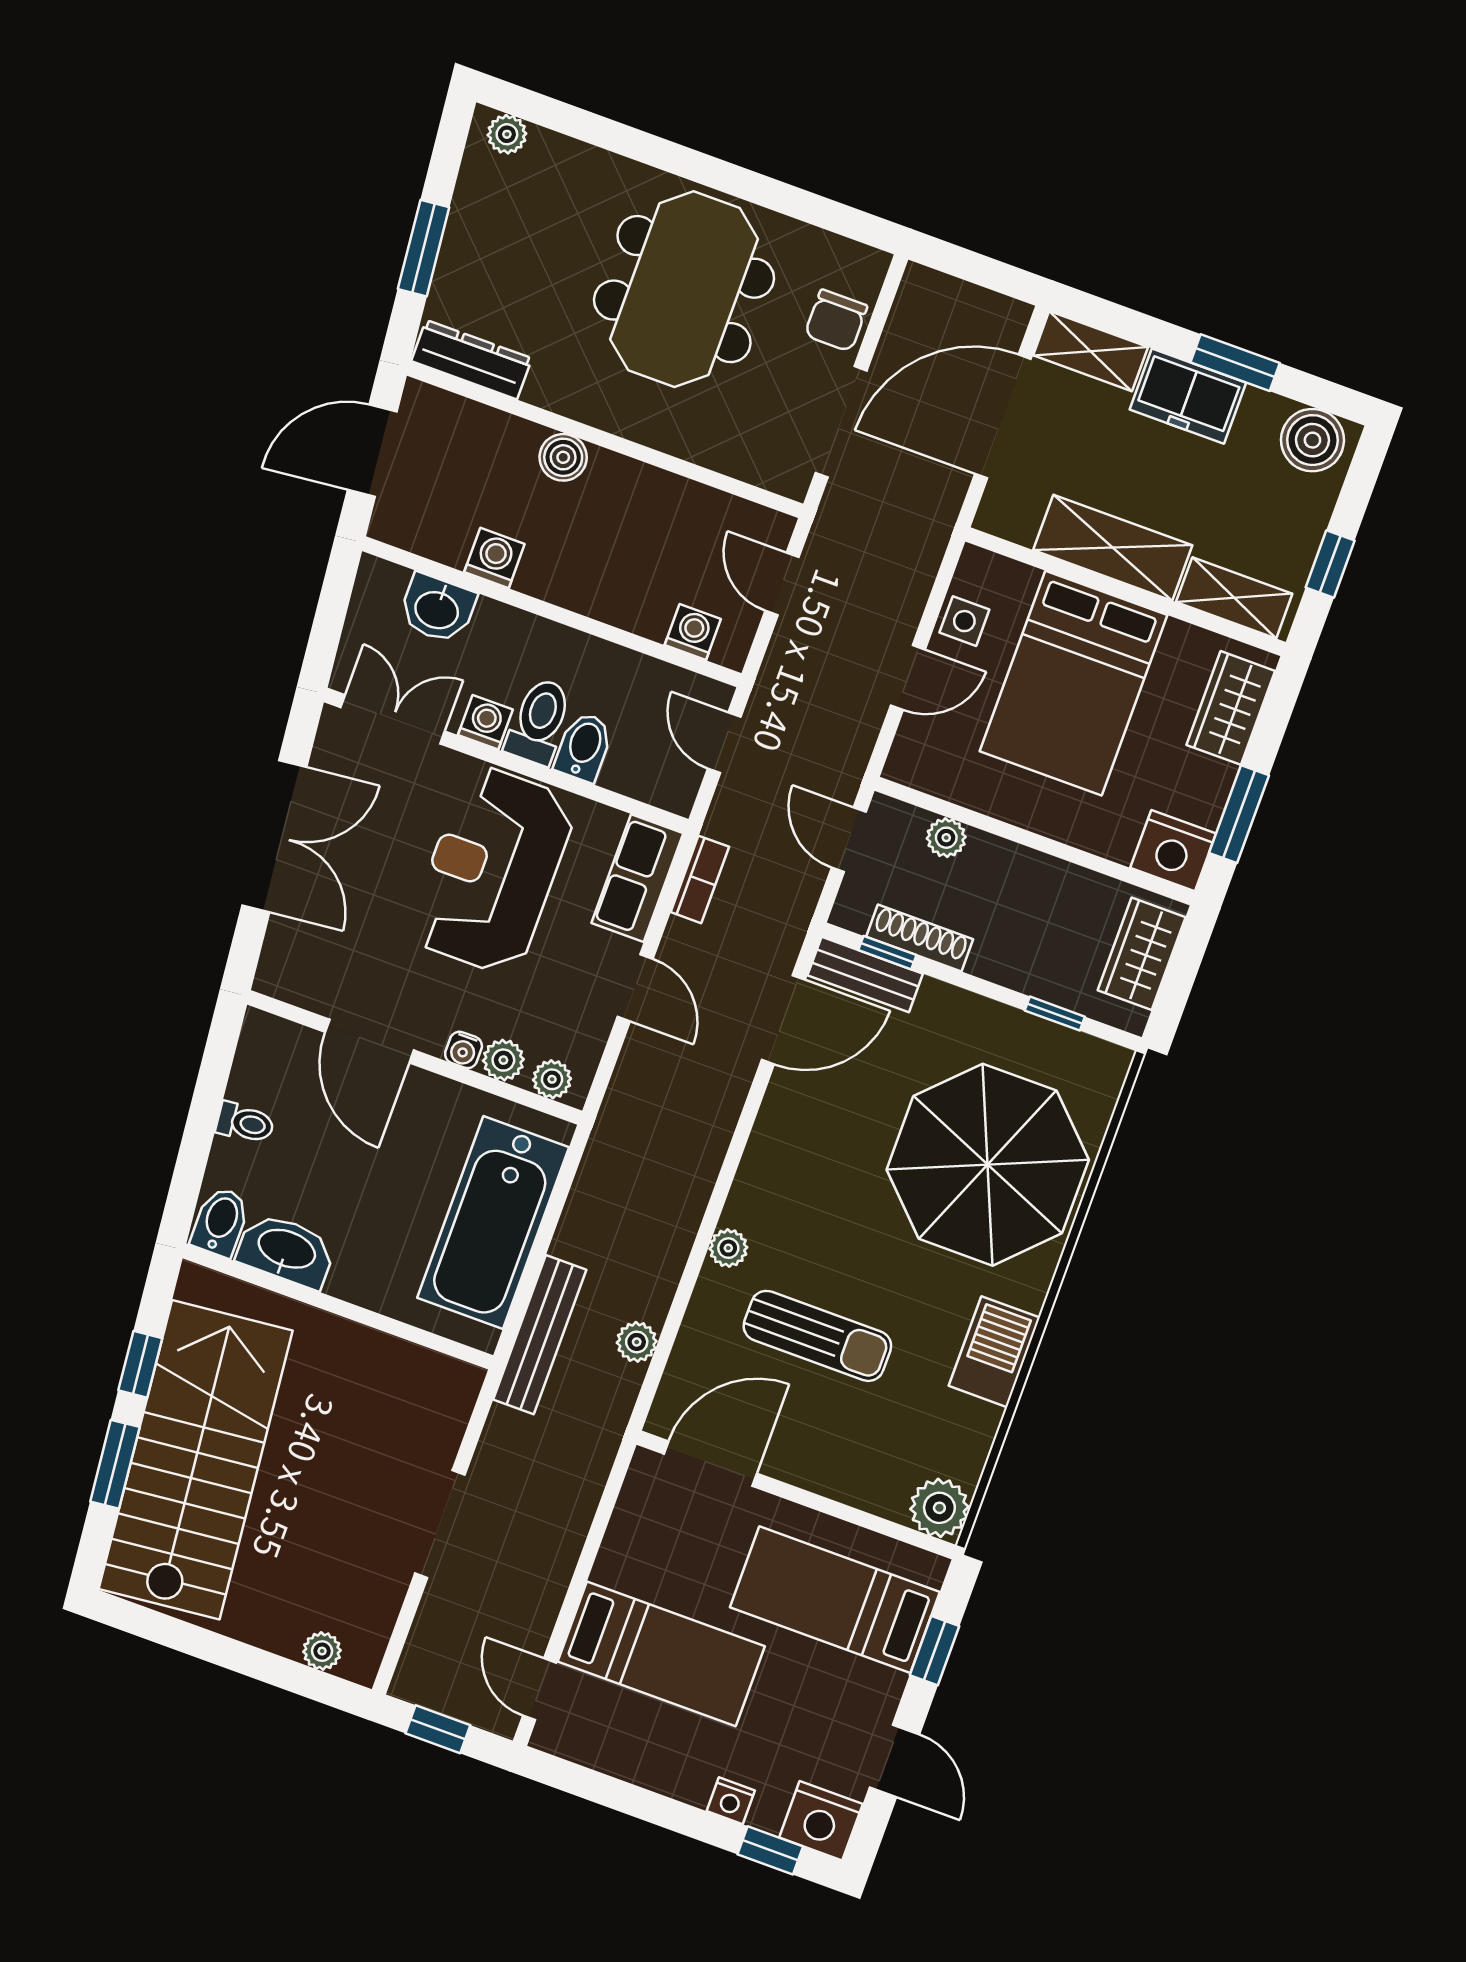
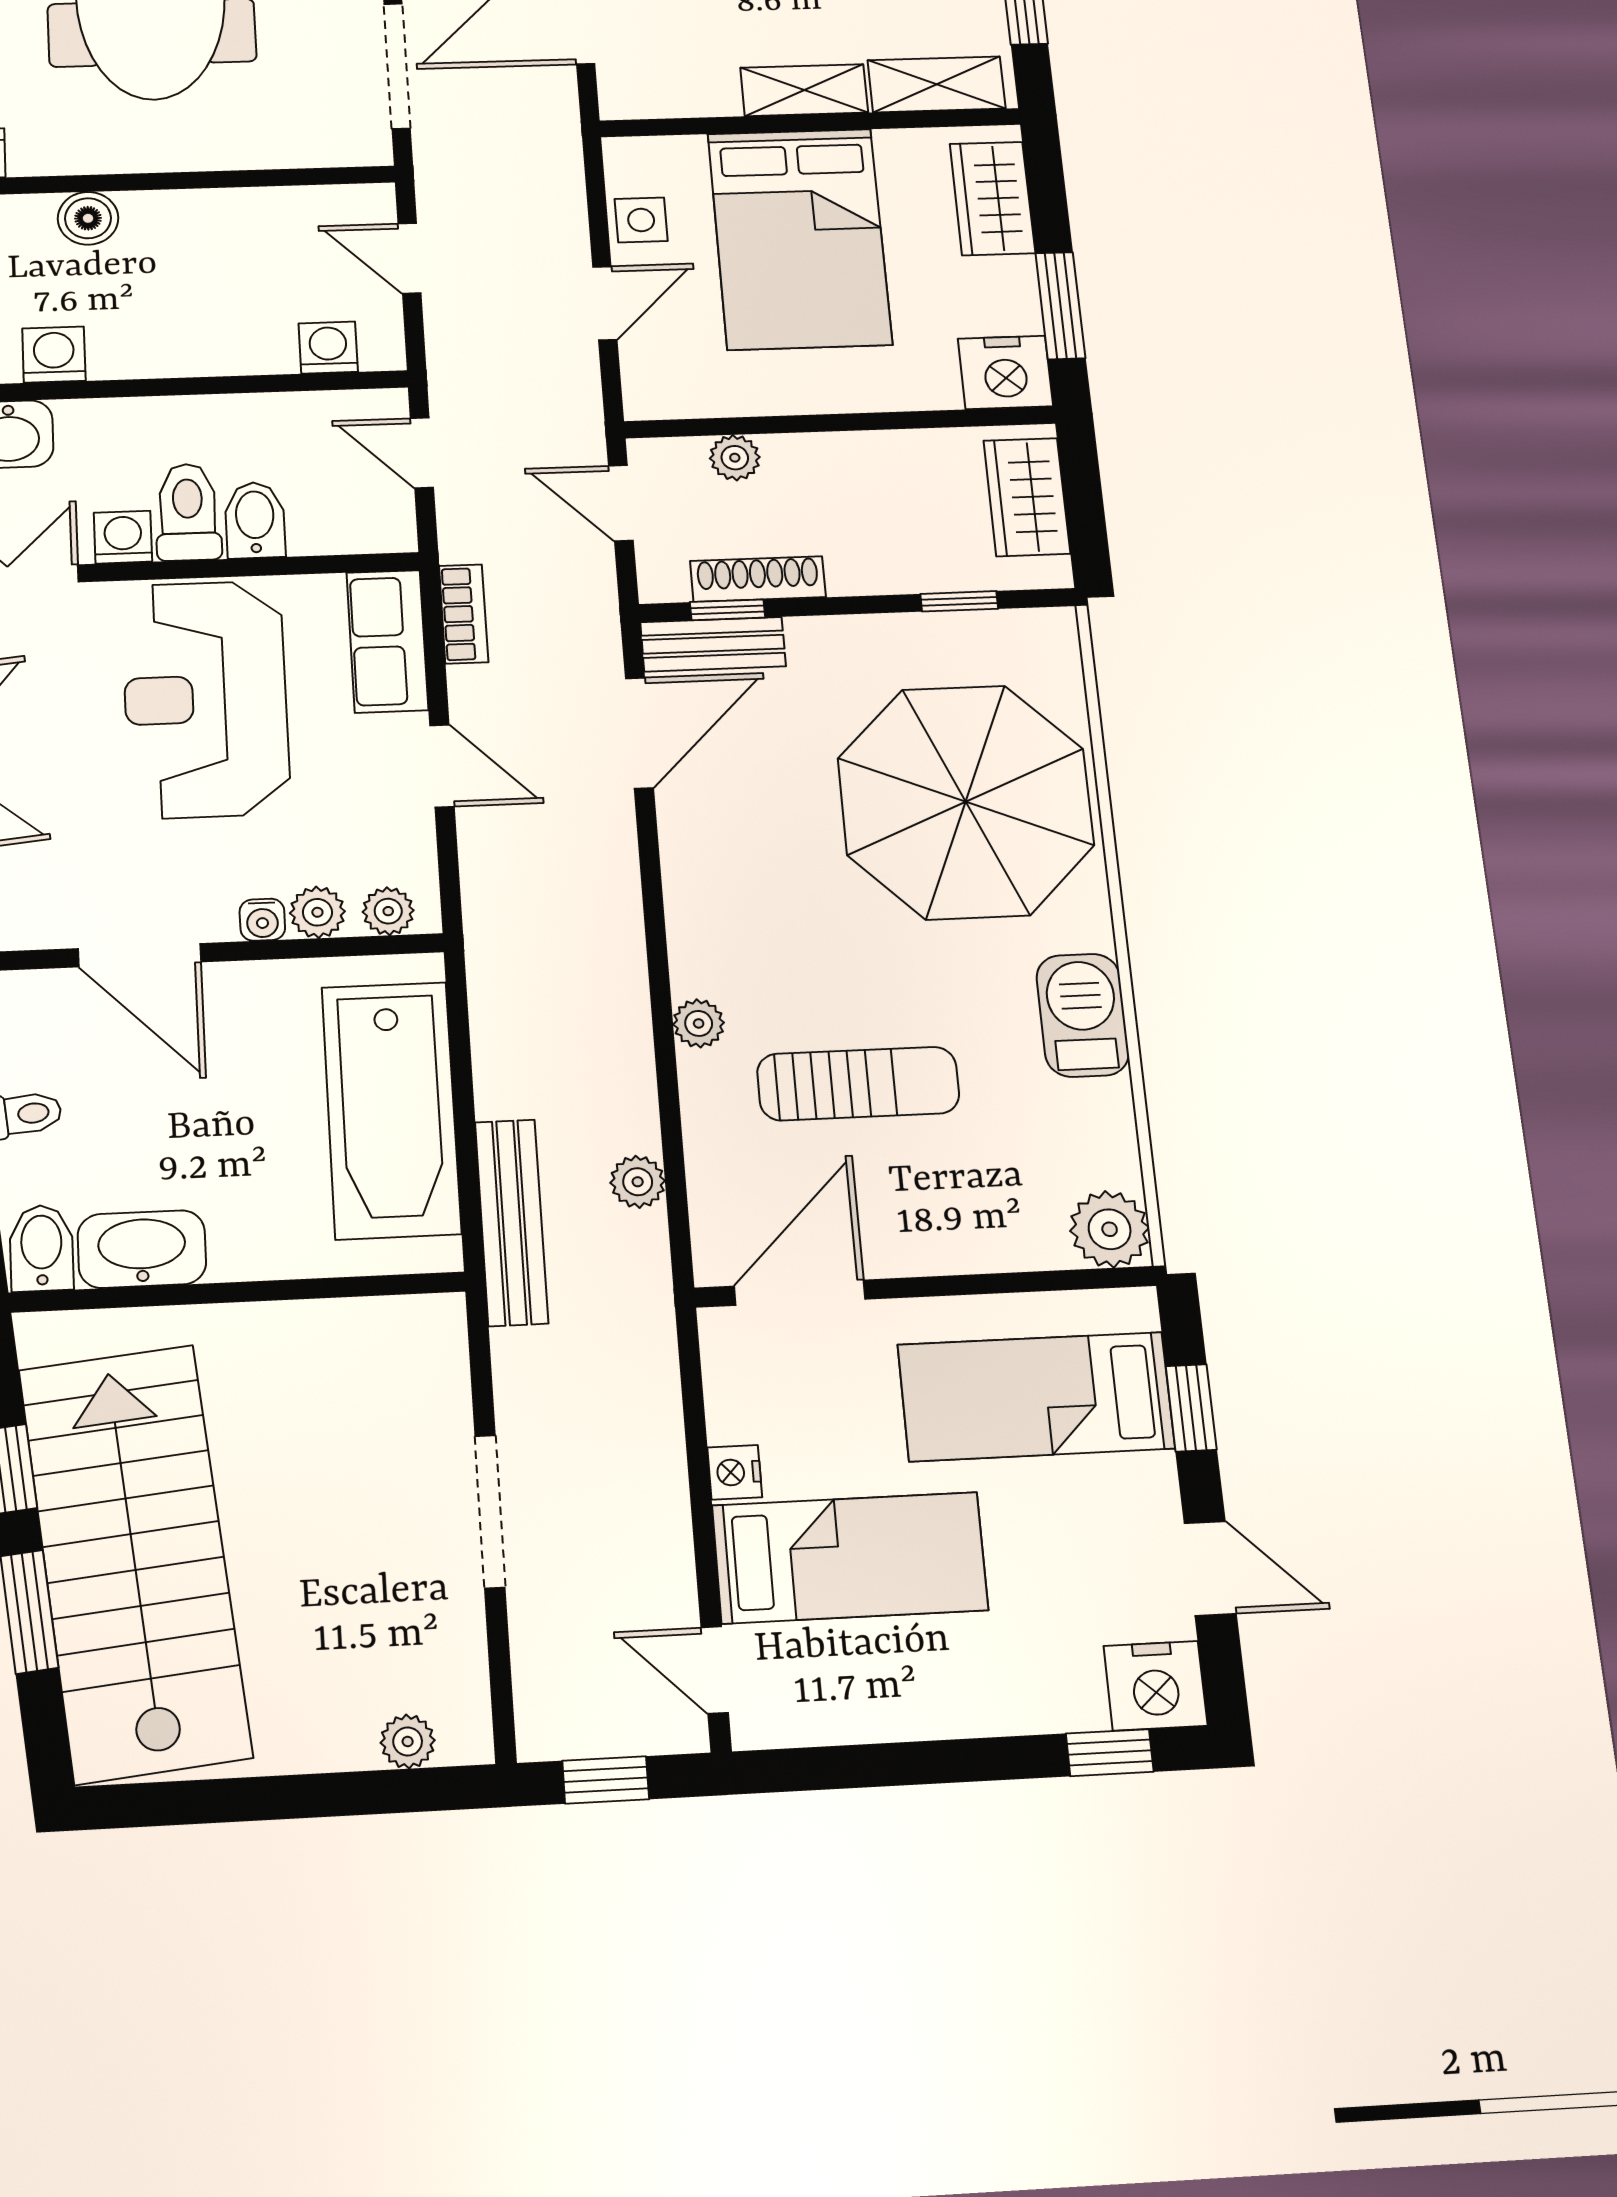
shelving: (1113, 548) -> (804, 90), width x0.67, depth x0.75
nightstand: (731, 1801) -> (735, 1472), moved, turned 90

